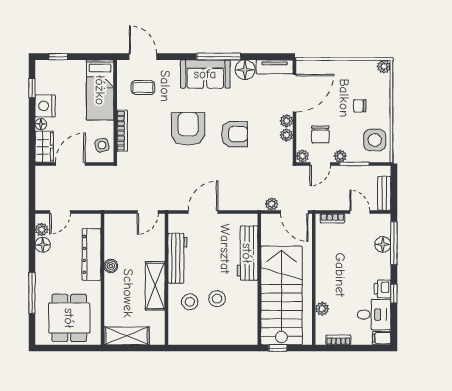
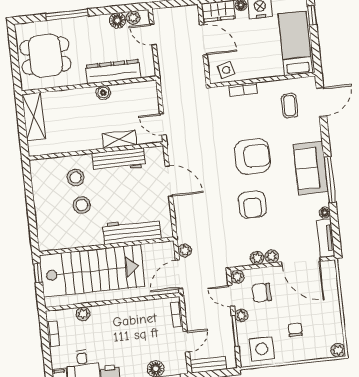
floor lamp: (245, 70) -> (325, 213), width x0.53, depth x0.53
bed: (100, 90) -> (295, 43), moved, turned 90
bookcase: (122, 131) -> (243, 89), width x0.64
shelving: (155, 286) -> (120, 139), moved, width x0.67, depth x0.75

